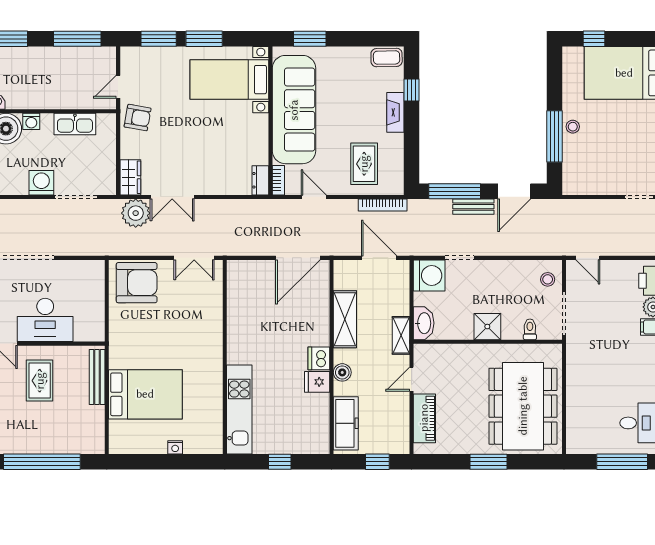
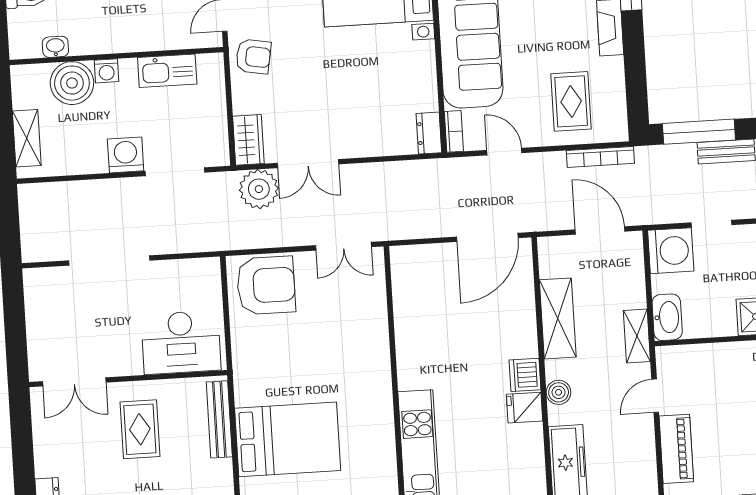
desk: (45, 320) -> (181, 342), moved

